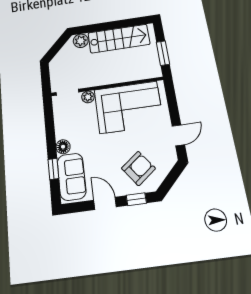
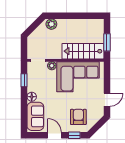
stairs: (119, 39) -> (83, 51), moved, turned 180
armchair: (138, 168) -> (78, 117), turned -53
window: (53, 169) -> (24, 80), moved

